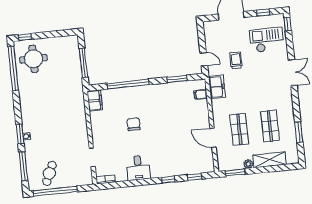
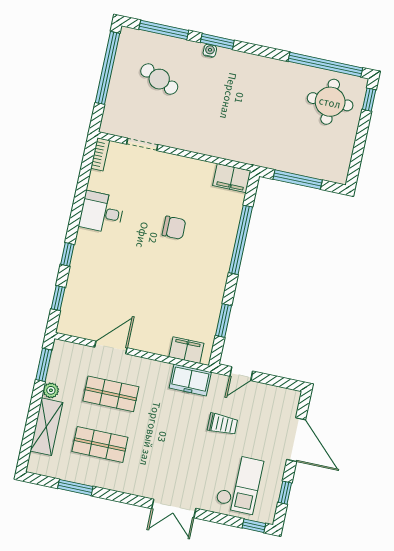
filing cabinet: (201, 95) -> (186, 350), width x2.00
cafe table: (49, 173) -> (159, 79), moved

